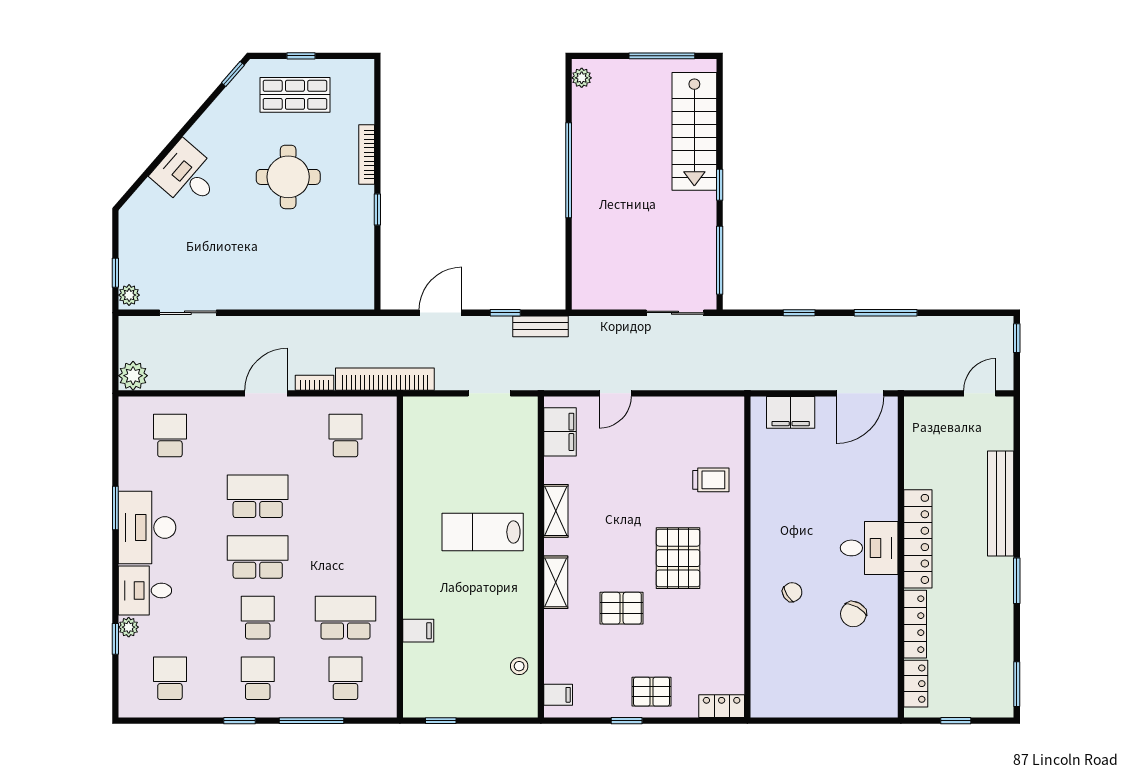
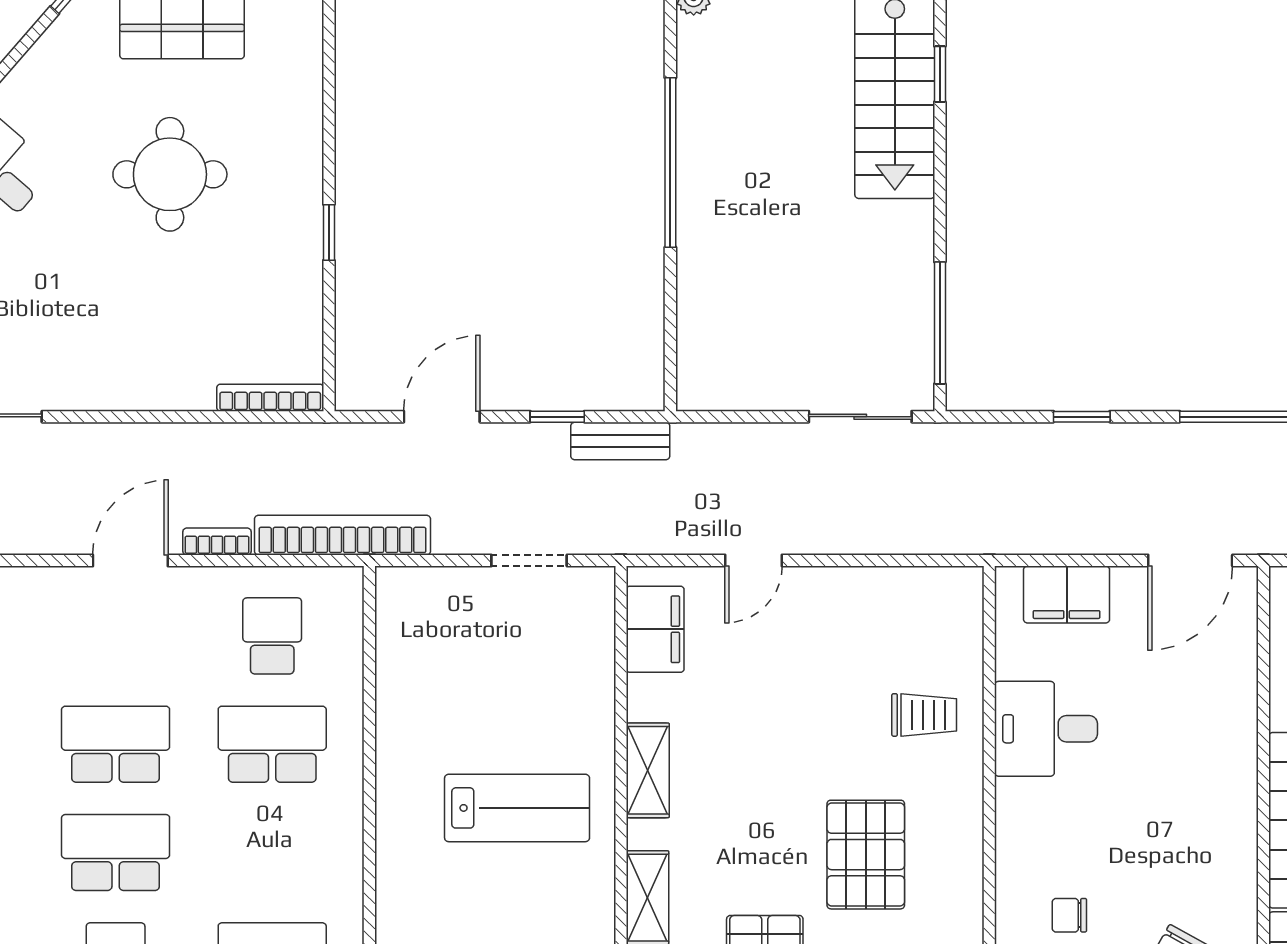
bookcase: (367, 155) -> (270, 398), moved, turned 90
window: (720, 185) -> (940, 74), moved
school desk: (345, 496) -> (272, 744), added
lab bench: (483, 532) -> (517, 808), turned 180
desk: (869, 548) -> (1046, 729), moved, turned 180
chair: (792, 592) -> (1069, 915), turned -147

